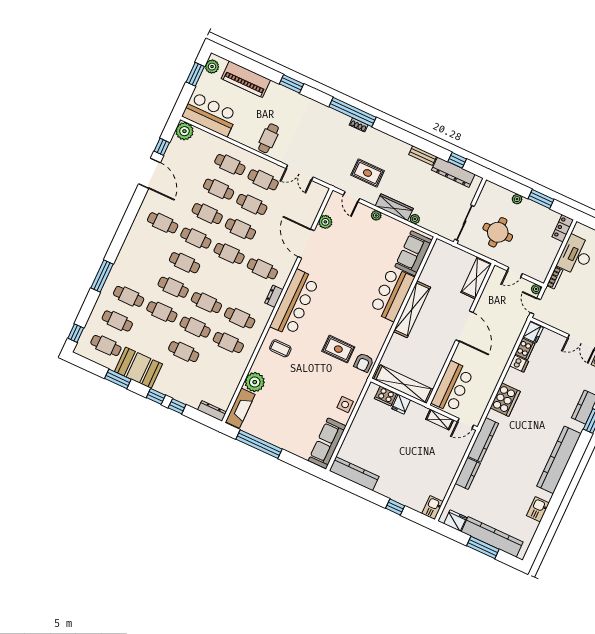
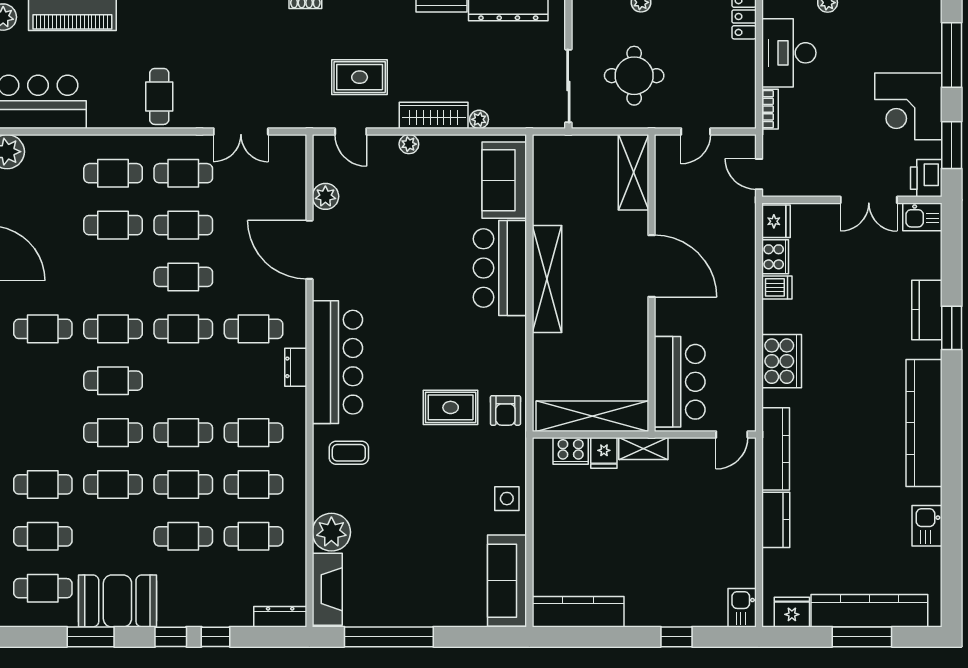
cafe table: (207, 214) -> (254, 536), moved
plant: (536, 289) -> (747, 144), removed
shelving: (440, 419) -> (643, 448), moved

